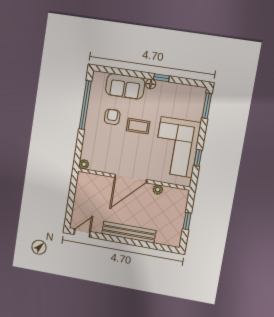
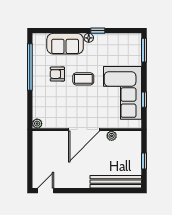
armchair: (112, 117) -> (57, 74), turned -90
bench: (129, 232) -> (116, 182), moved

